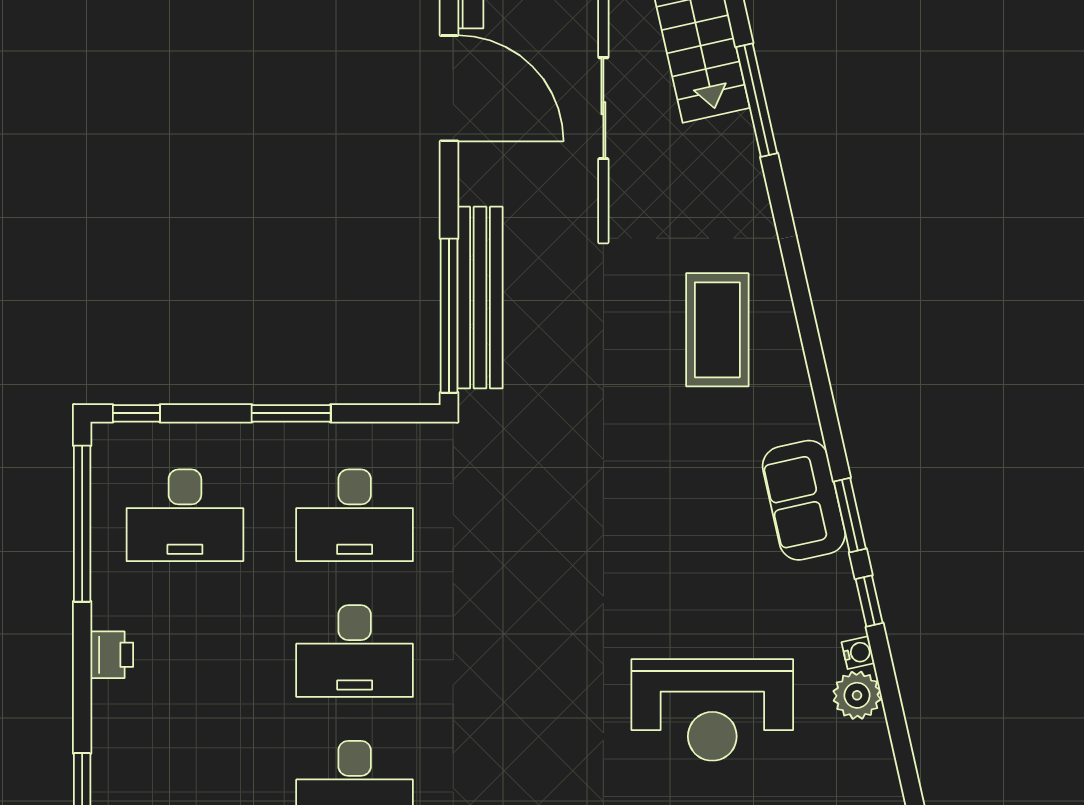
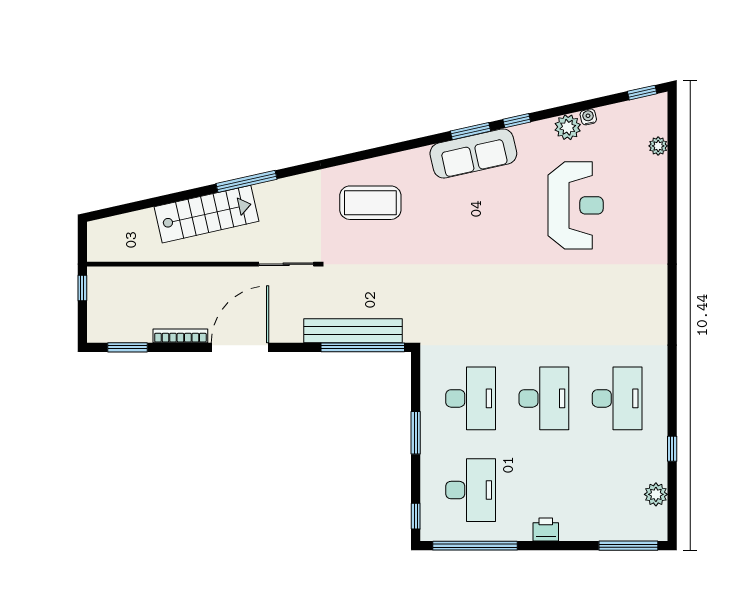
sliding door: (603, 108) -> (286, 264), moved
sofa: (804, 500) -> (473, 153), width x1.36
water cooler: (858, 653) -> (588, 117), moved

